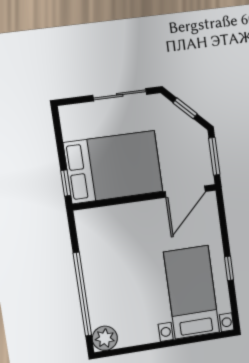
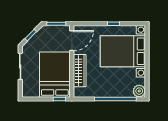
door: (185, 192) -> (72, 41), hinge flipped
wardrobe: (128, 216) -> (80, 71), added
bed with nightstands: (192, 292) -> (123, 51), width x1.36

